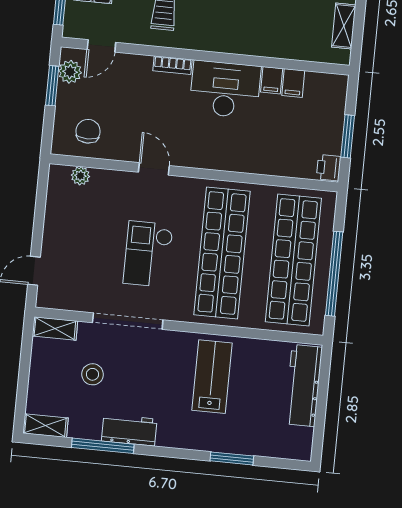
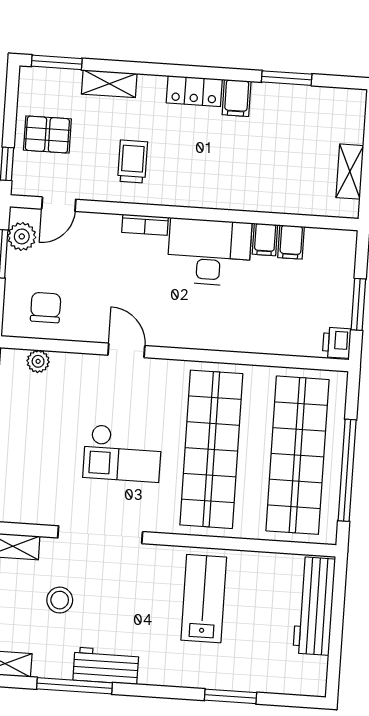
checkout: (148, 254) -> (122, 453), turned -90

